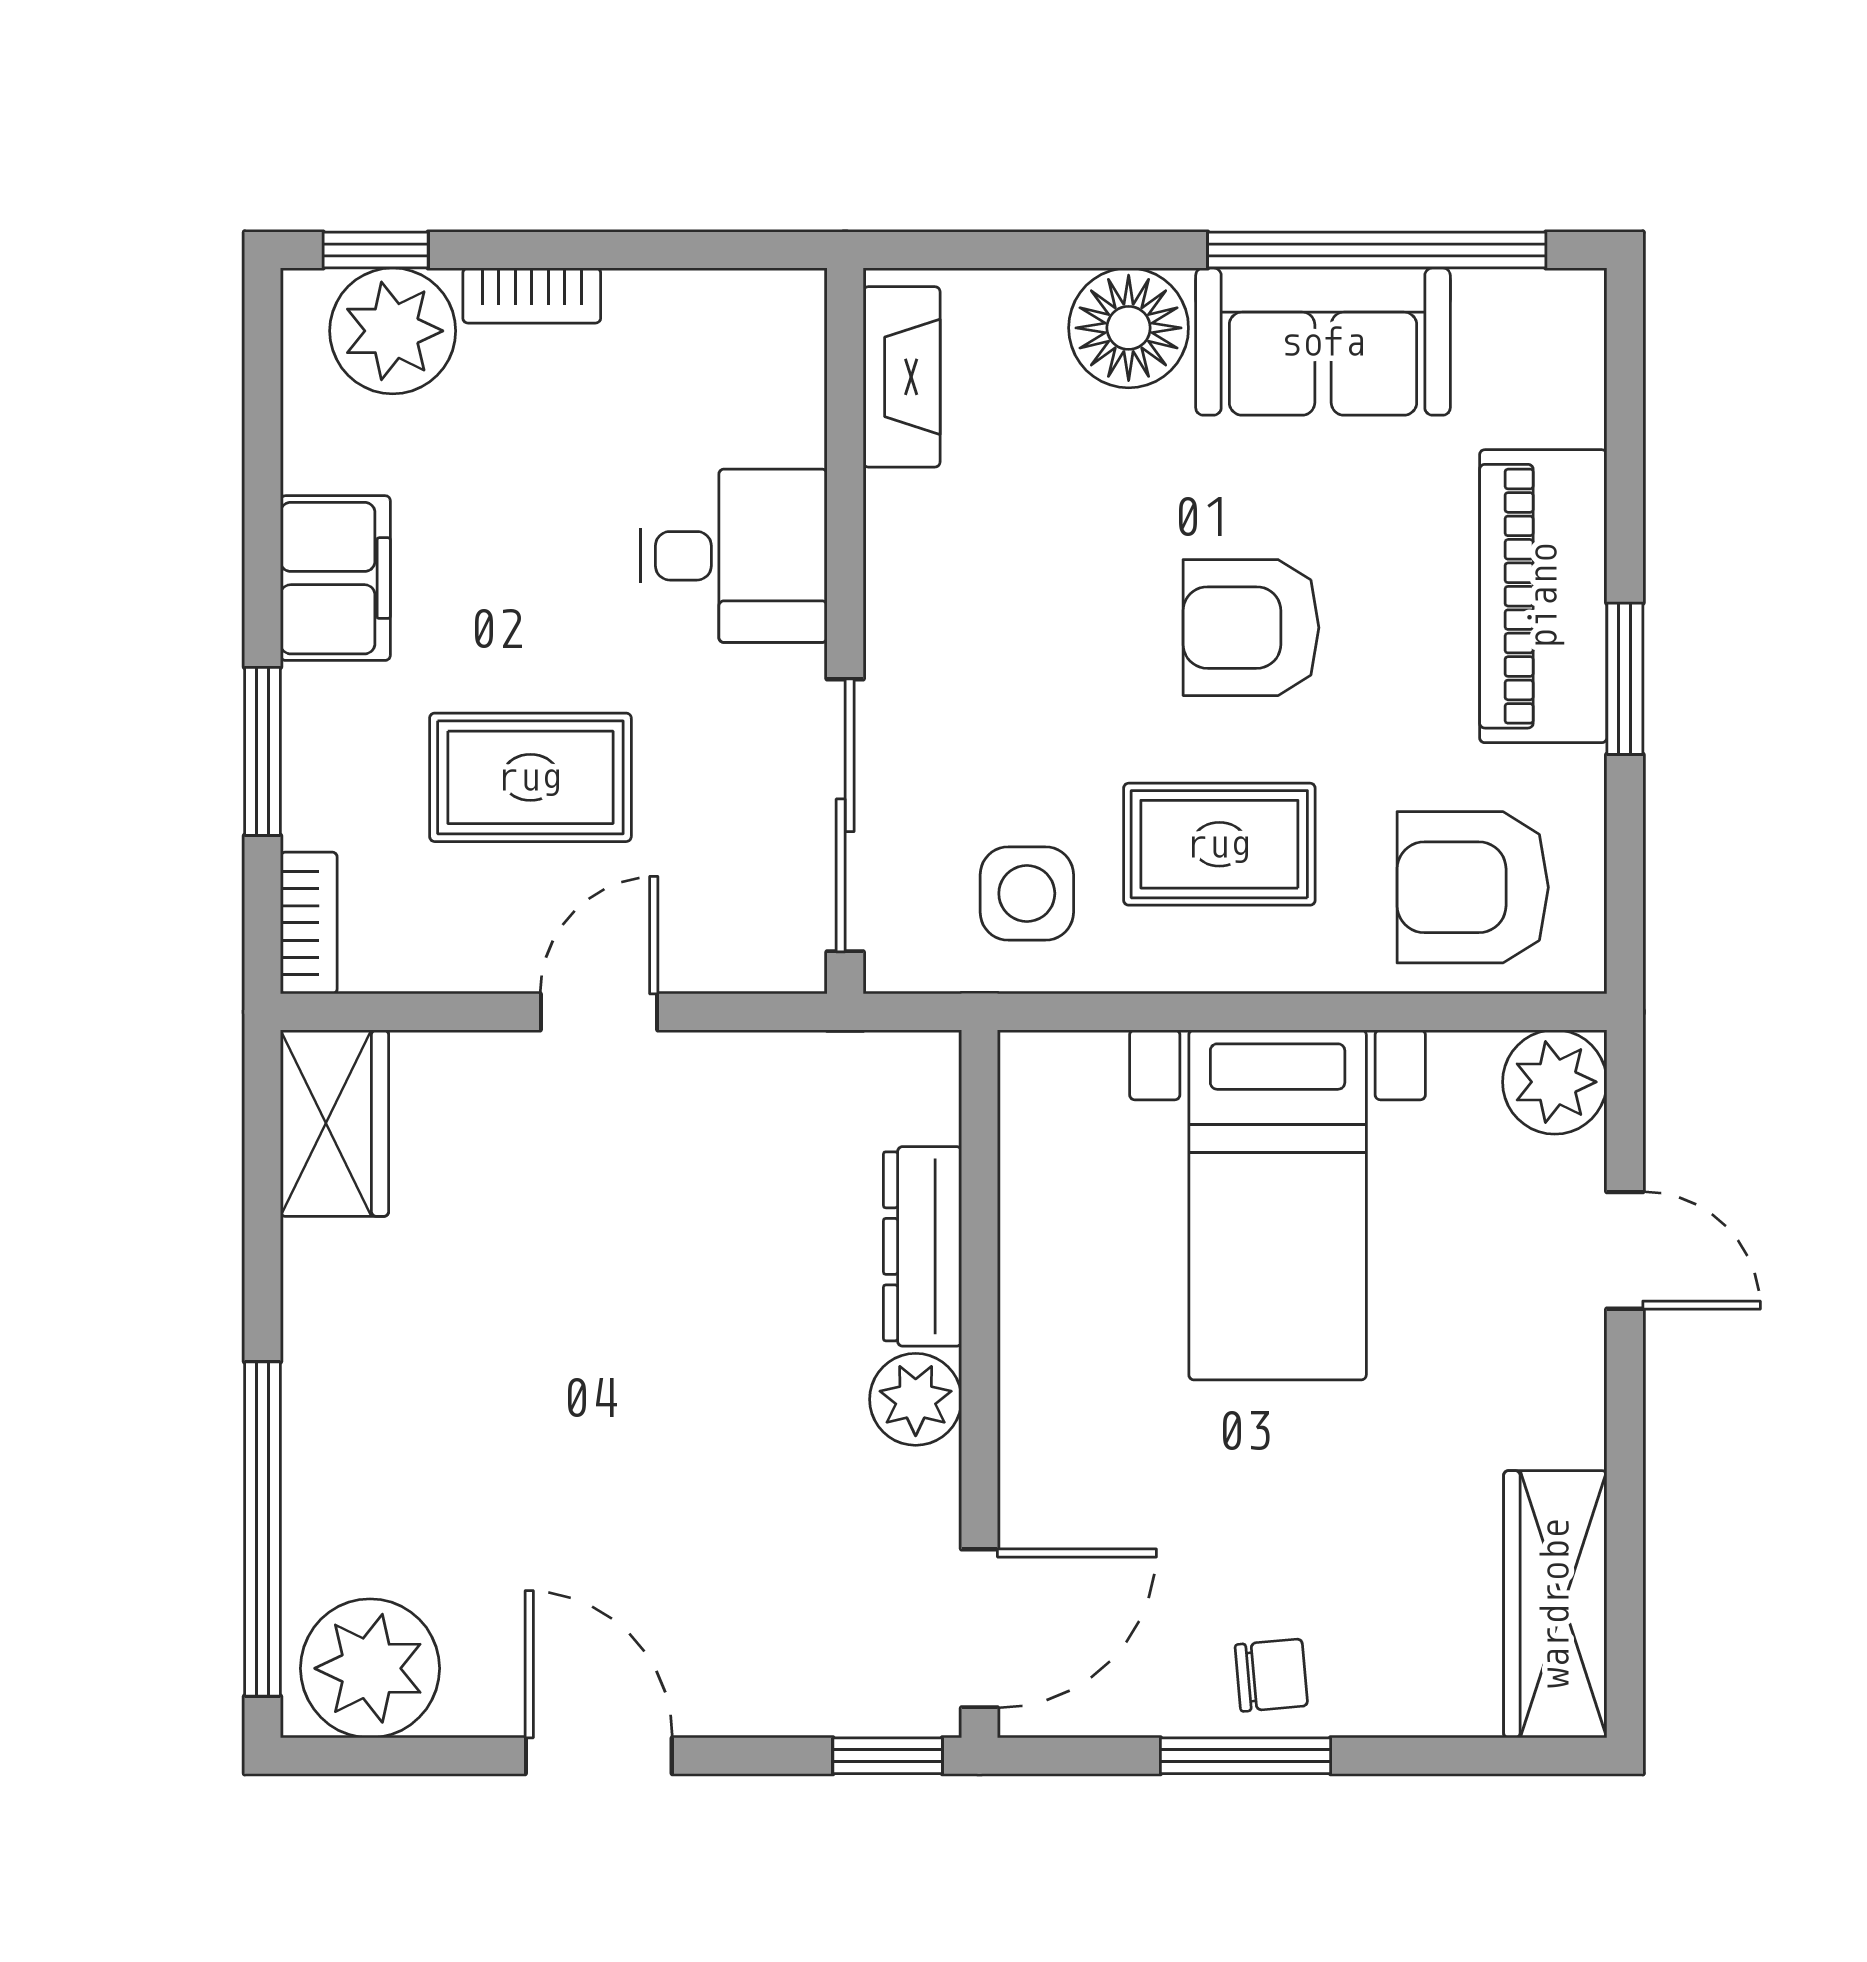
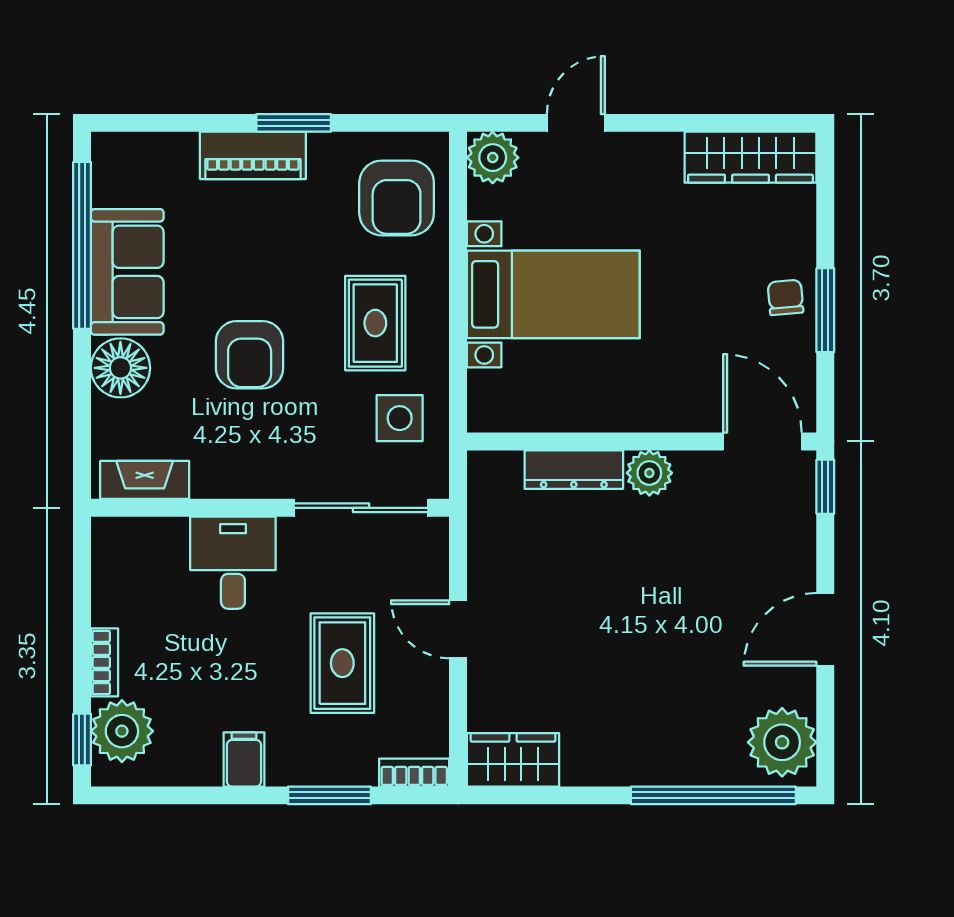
filing cabinet: (335, 578) -> (244, 759), width x0.50
piano: (1543, 596) -> (253, 155), width x0.73, depth x0.75
armchair: (1251, 628) -> (250, 355), moved

